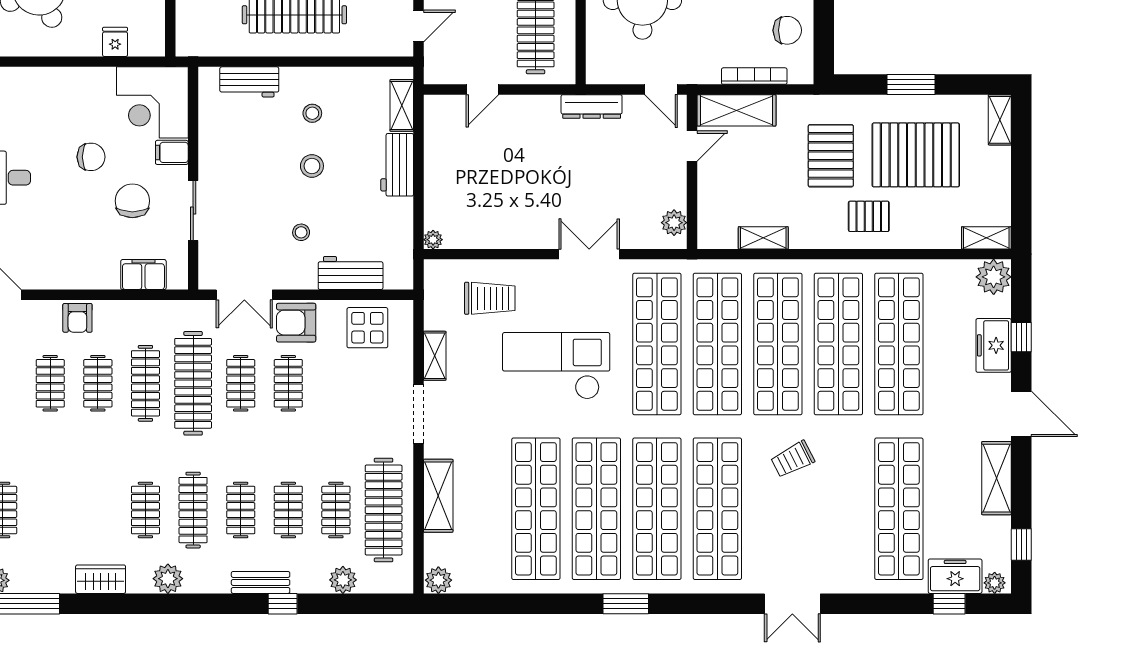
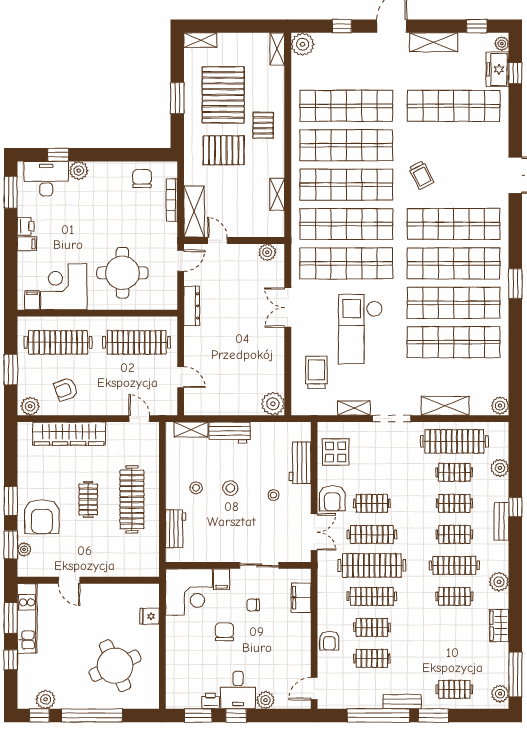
chair: (132, 201) -> (253, 605), width x0.54, depth x0.54
plant: (433, 240) -> (273, 404), width x1.87, depth x1.87
armchair: (77, 318) -> (329, 641), turned 90
freezer: (994, 345) -> (347, 44), removed
clothes rail: (241, 383) -> (372, 534), width x1.36

